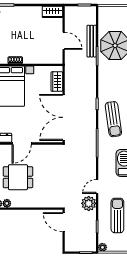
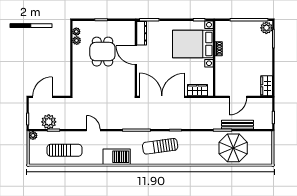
plant: (89, 203) -> (49, 122), moved
door: (64, 222) -> (43, 97), moved

